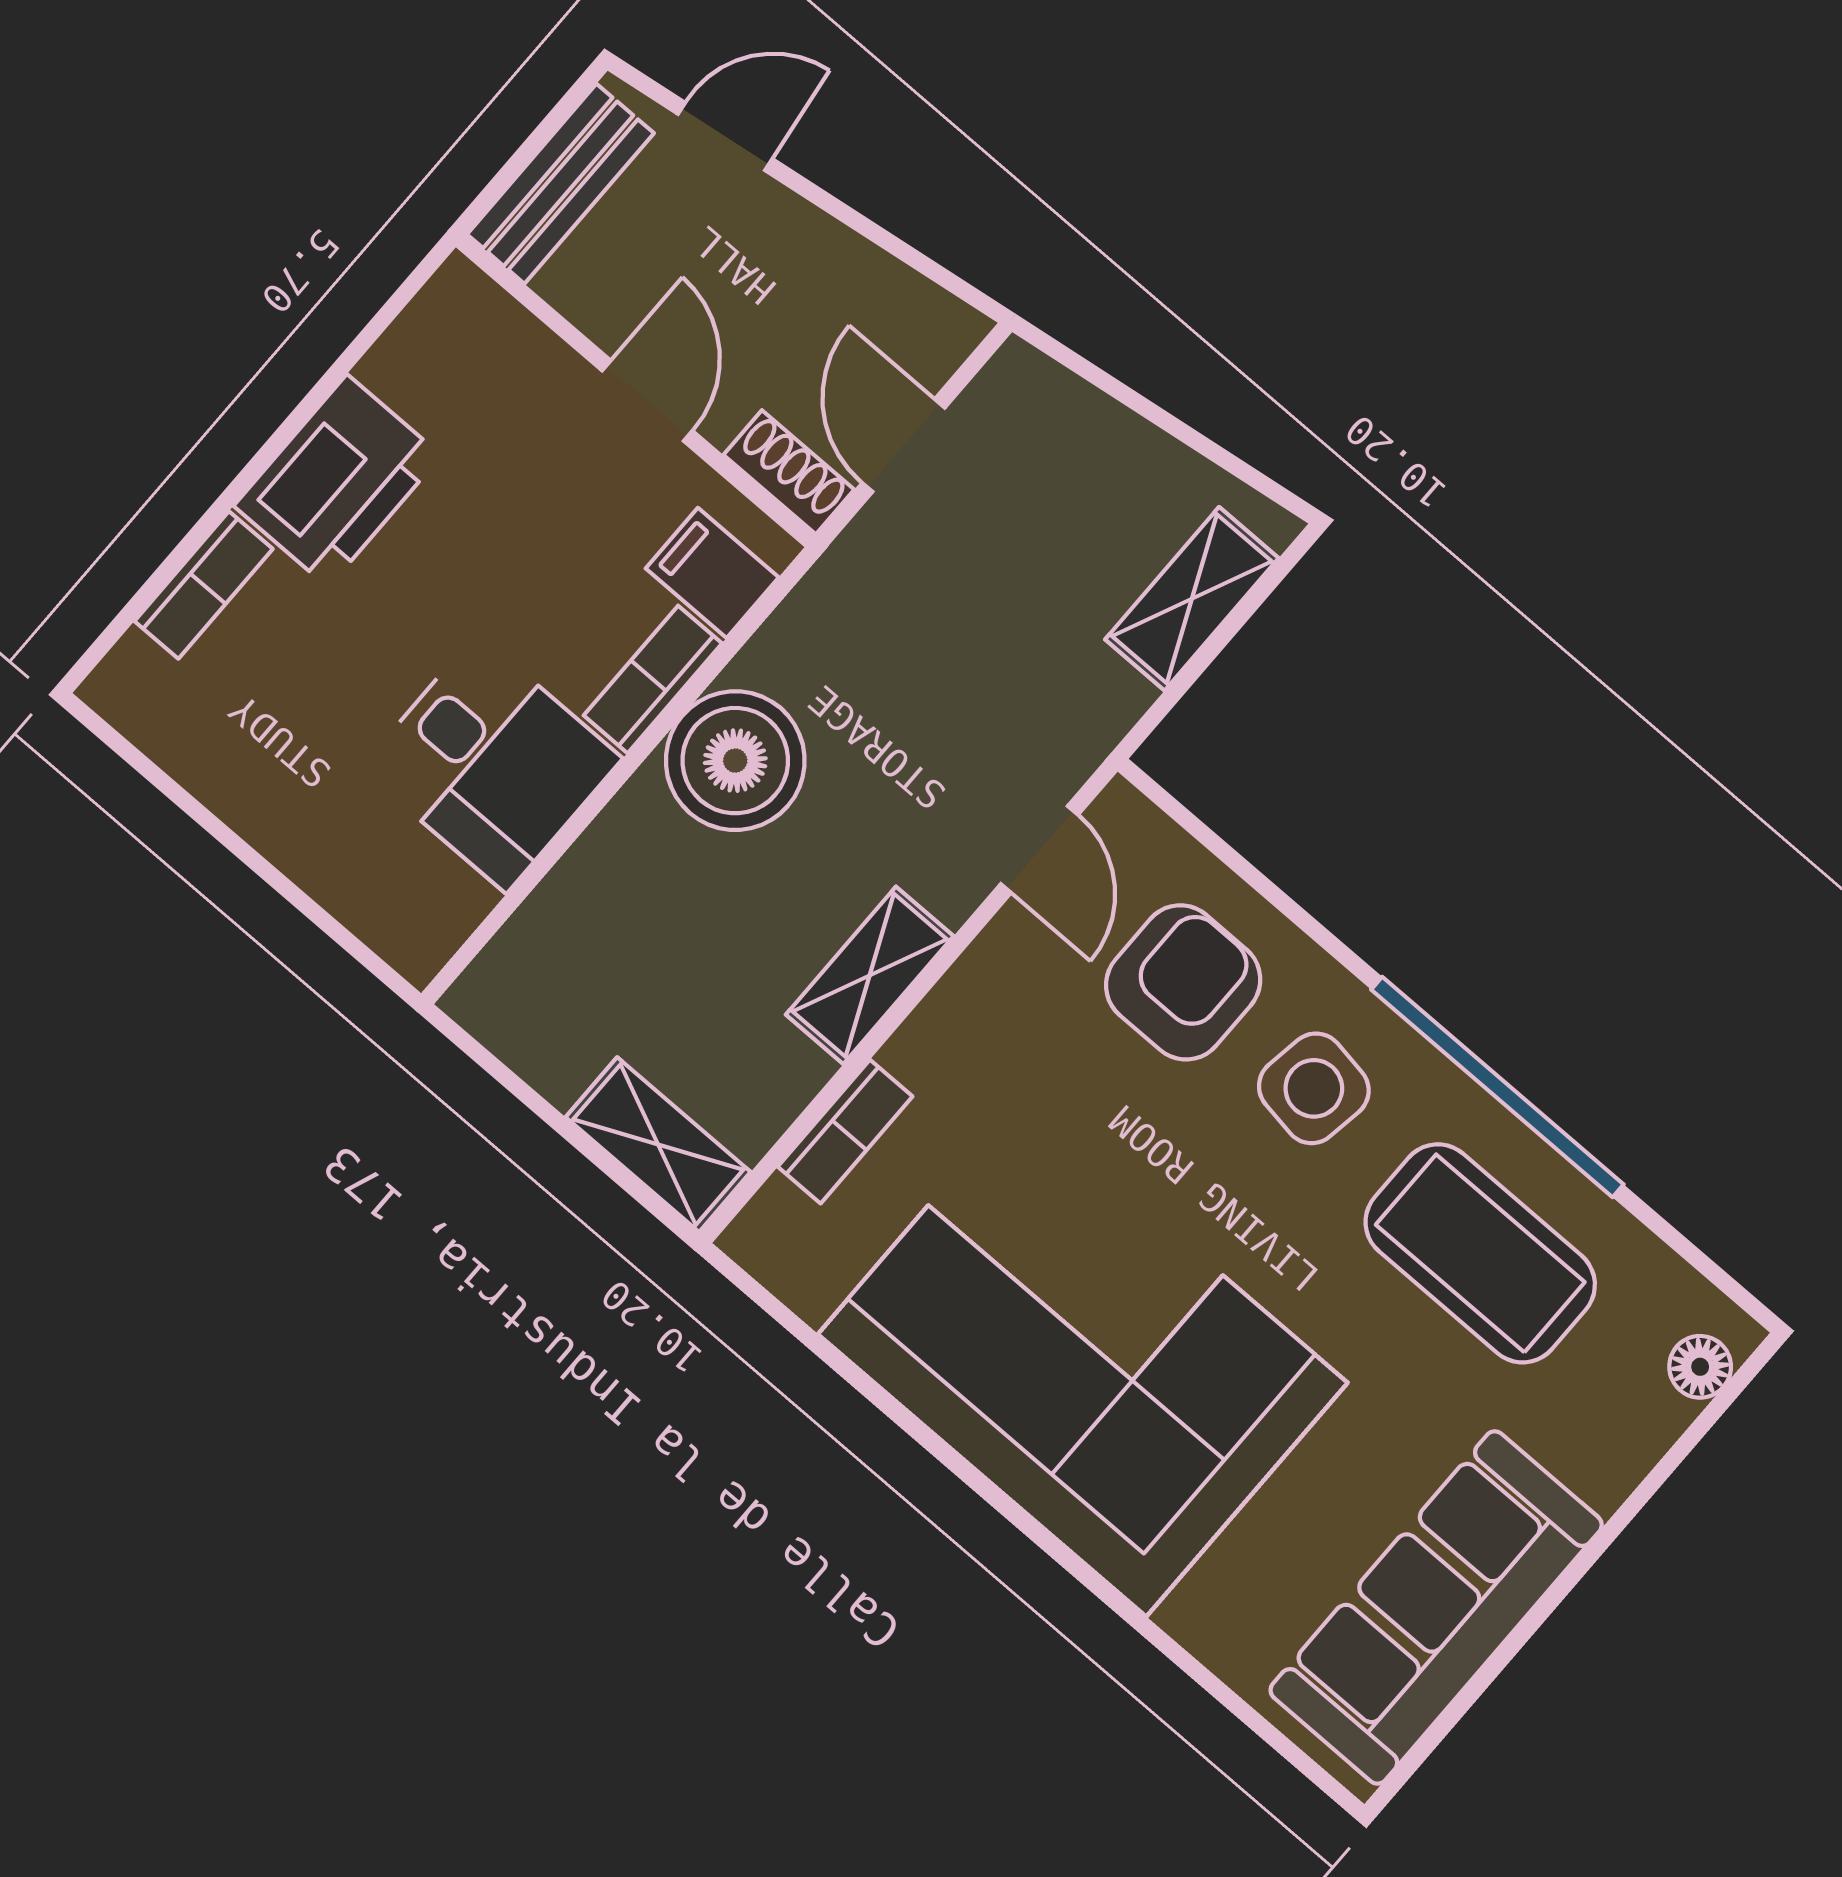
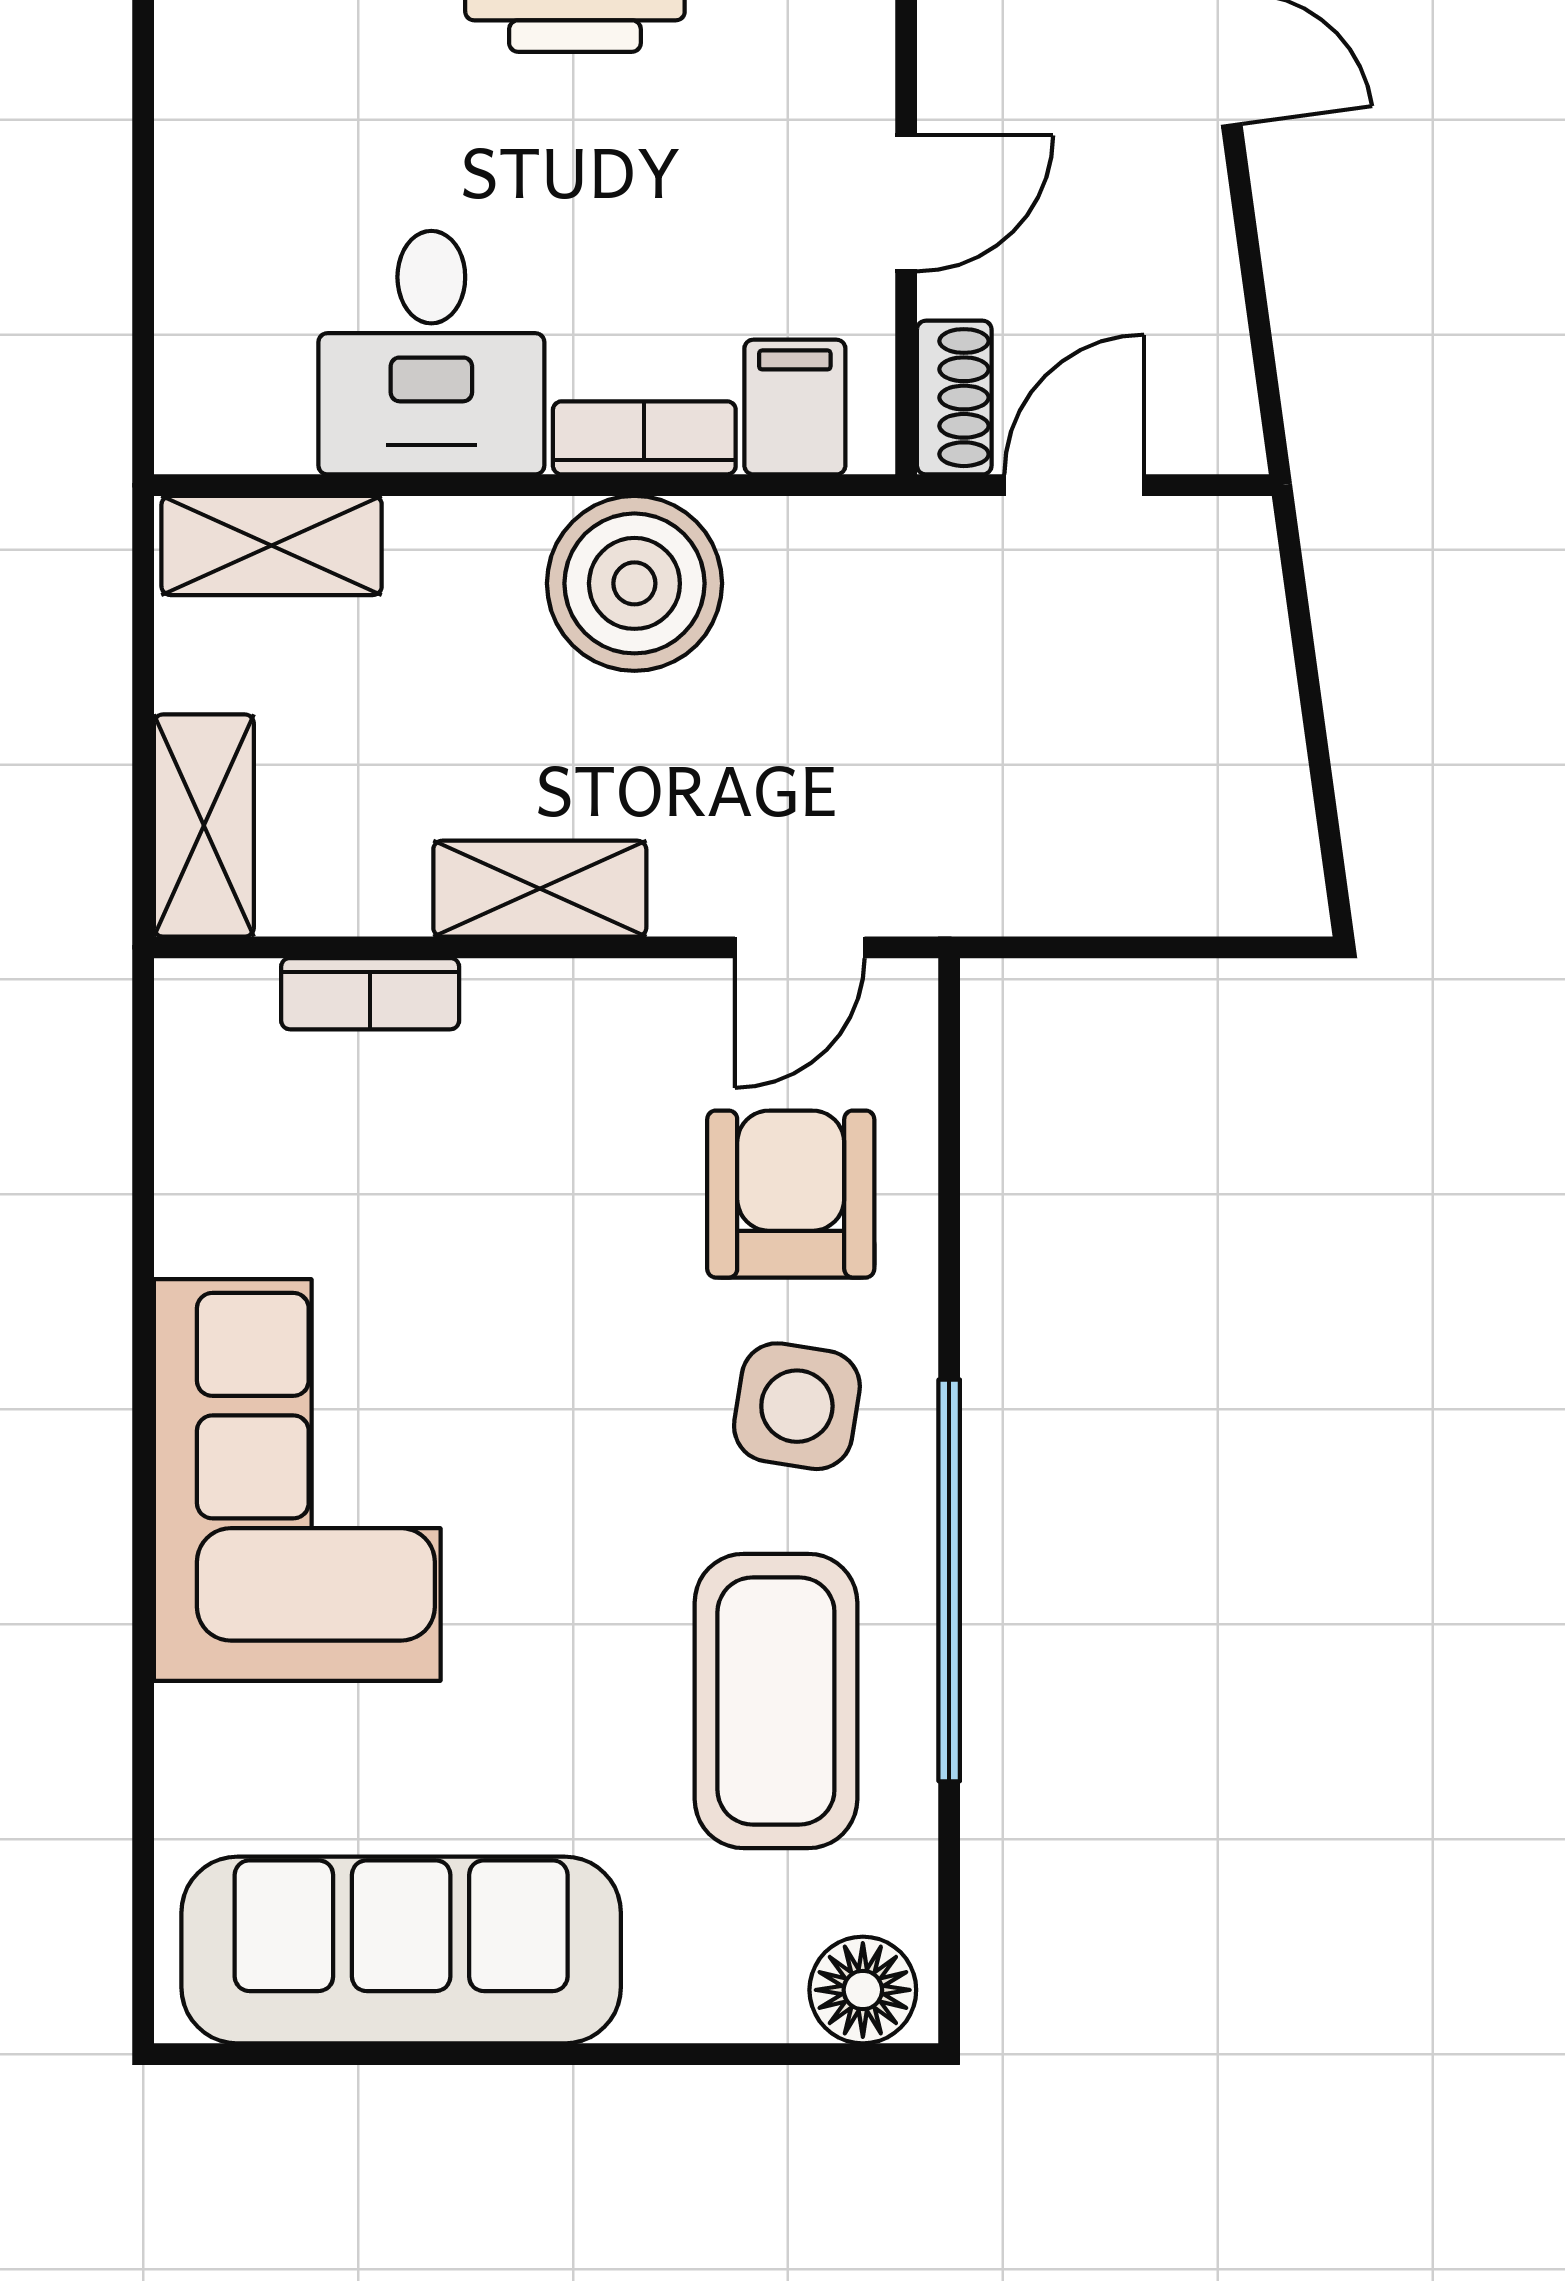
shelving: (1192, 599) -> (272, 545), moved
armchair: (1183, 982) -> (791, 1194), turned -90
corner sofa: (1083, 1358) -> (297, 1480), width x0.73, depth x0.74
floor lamp: (1700, 1367) -> (863, 1990), width x1.37, depth x1.37

